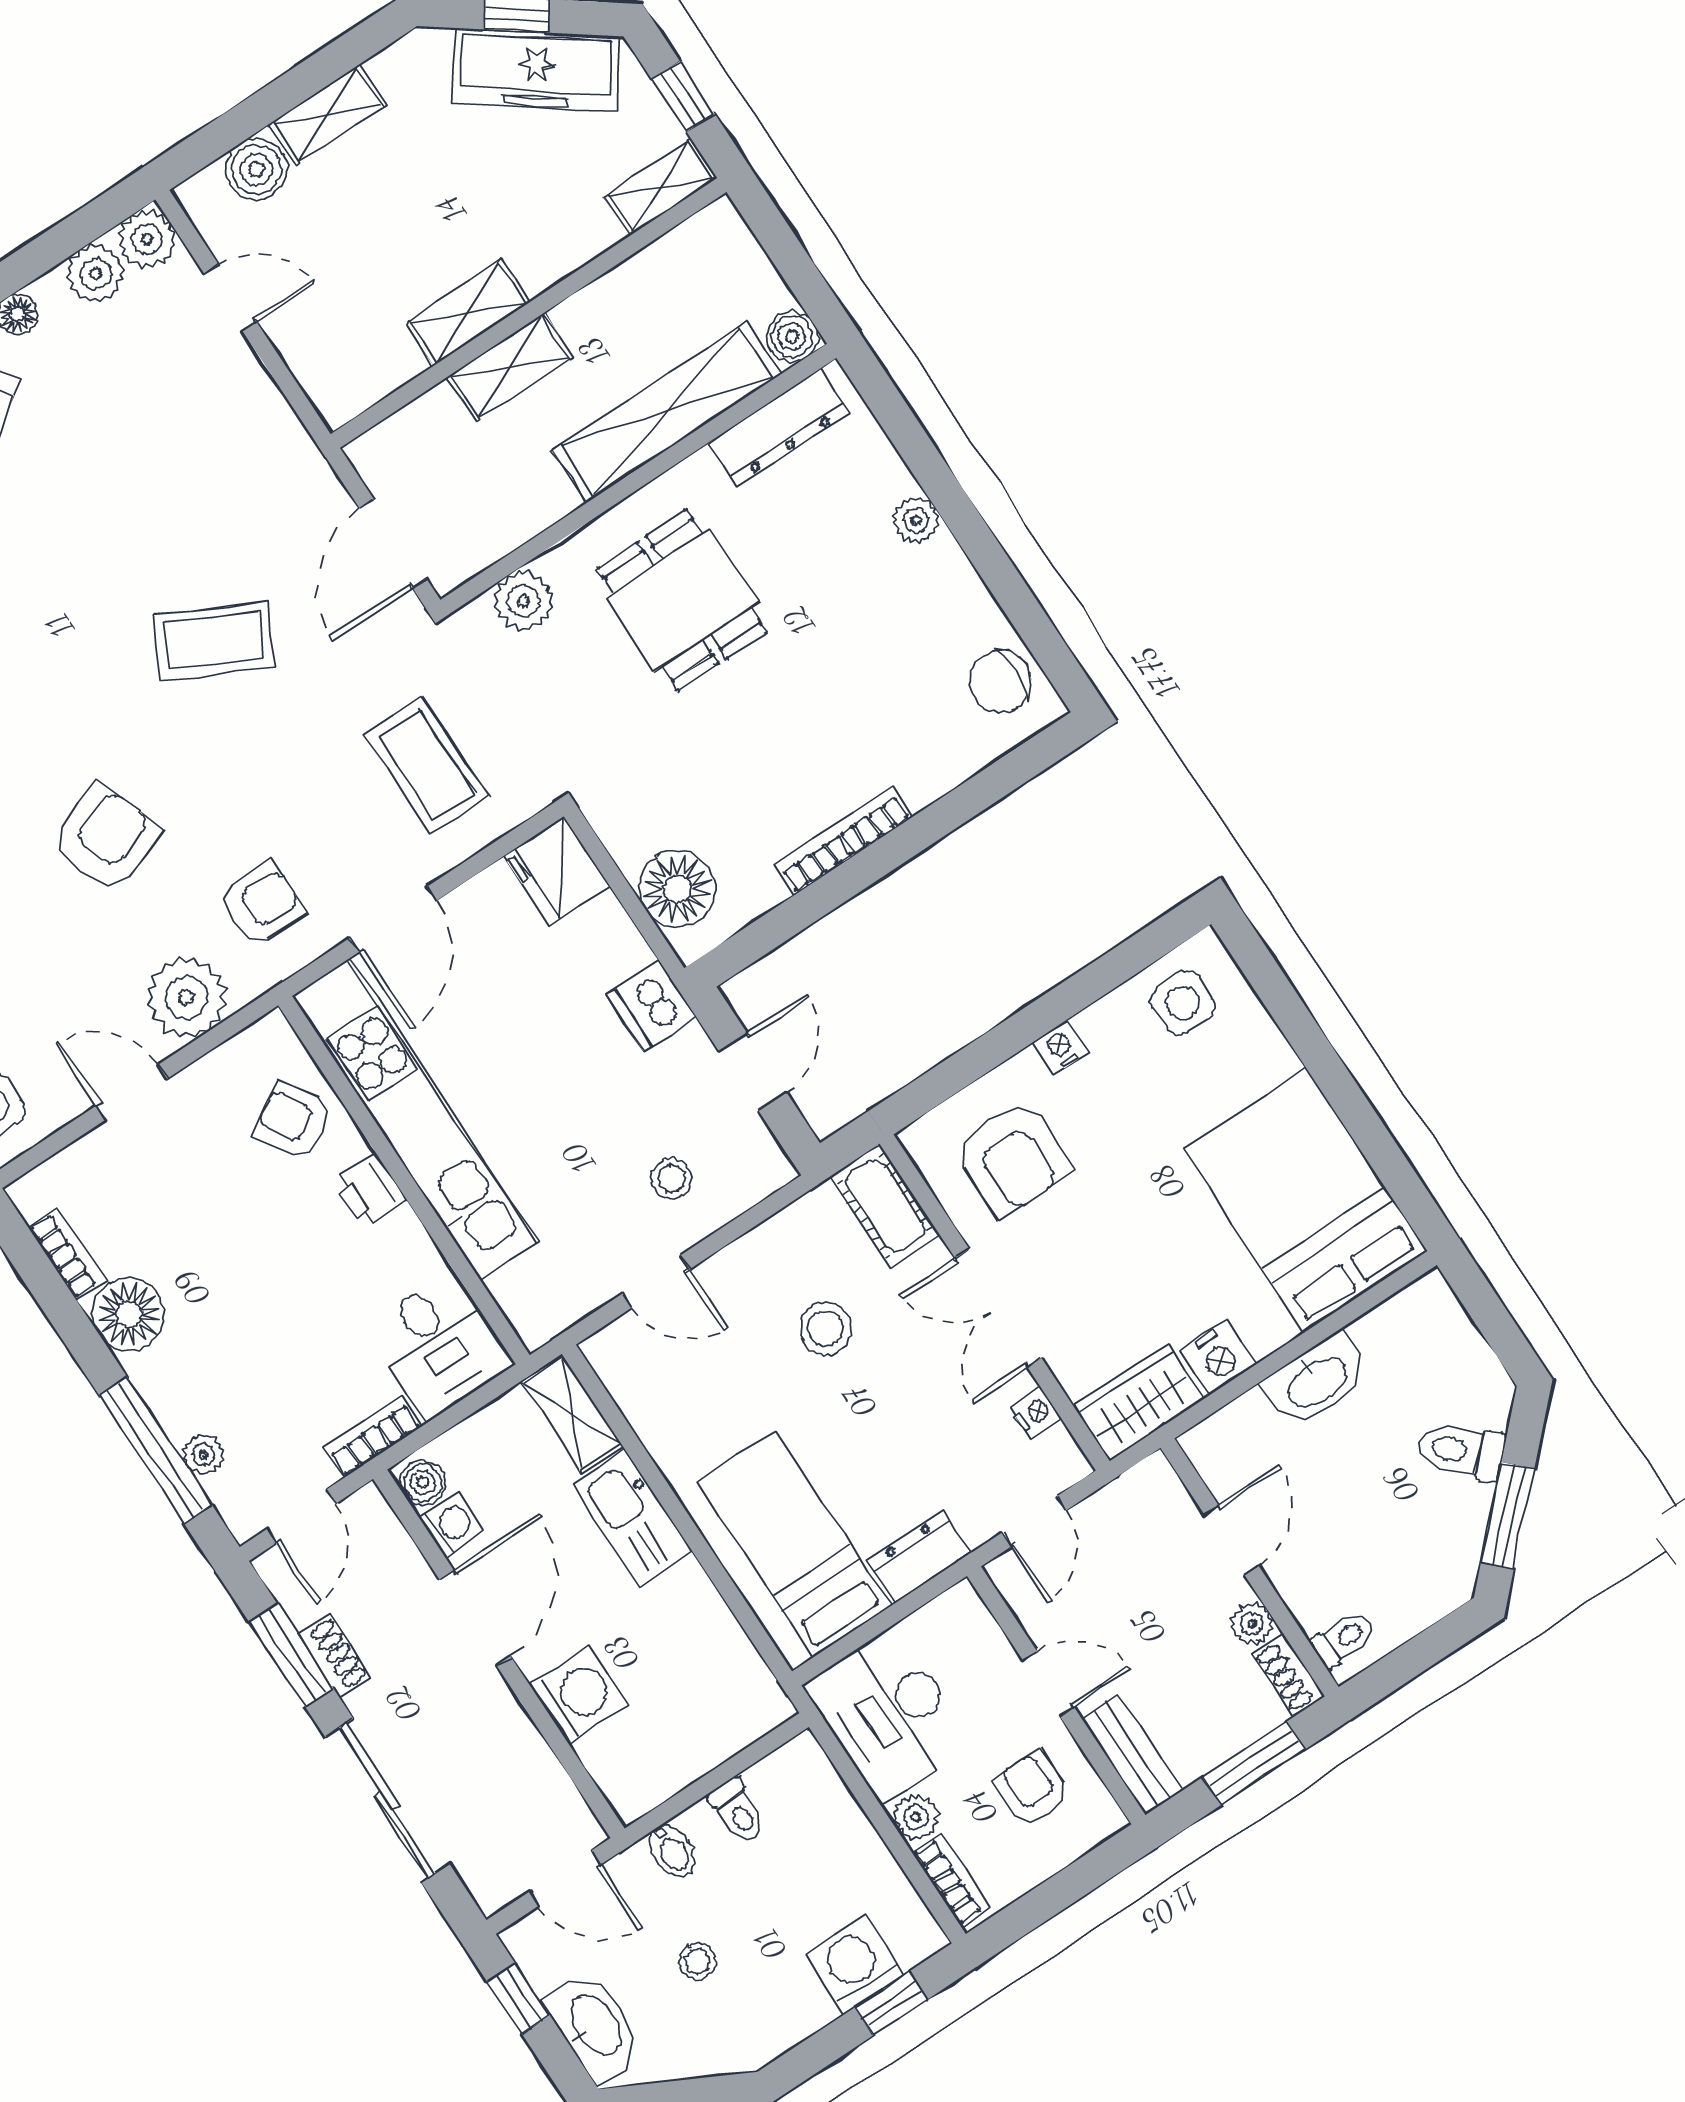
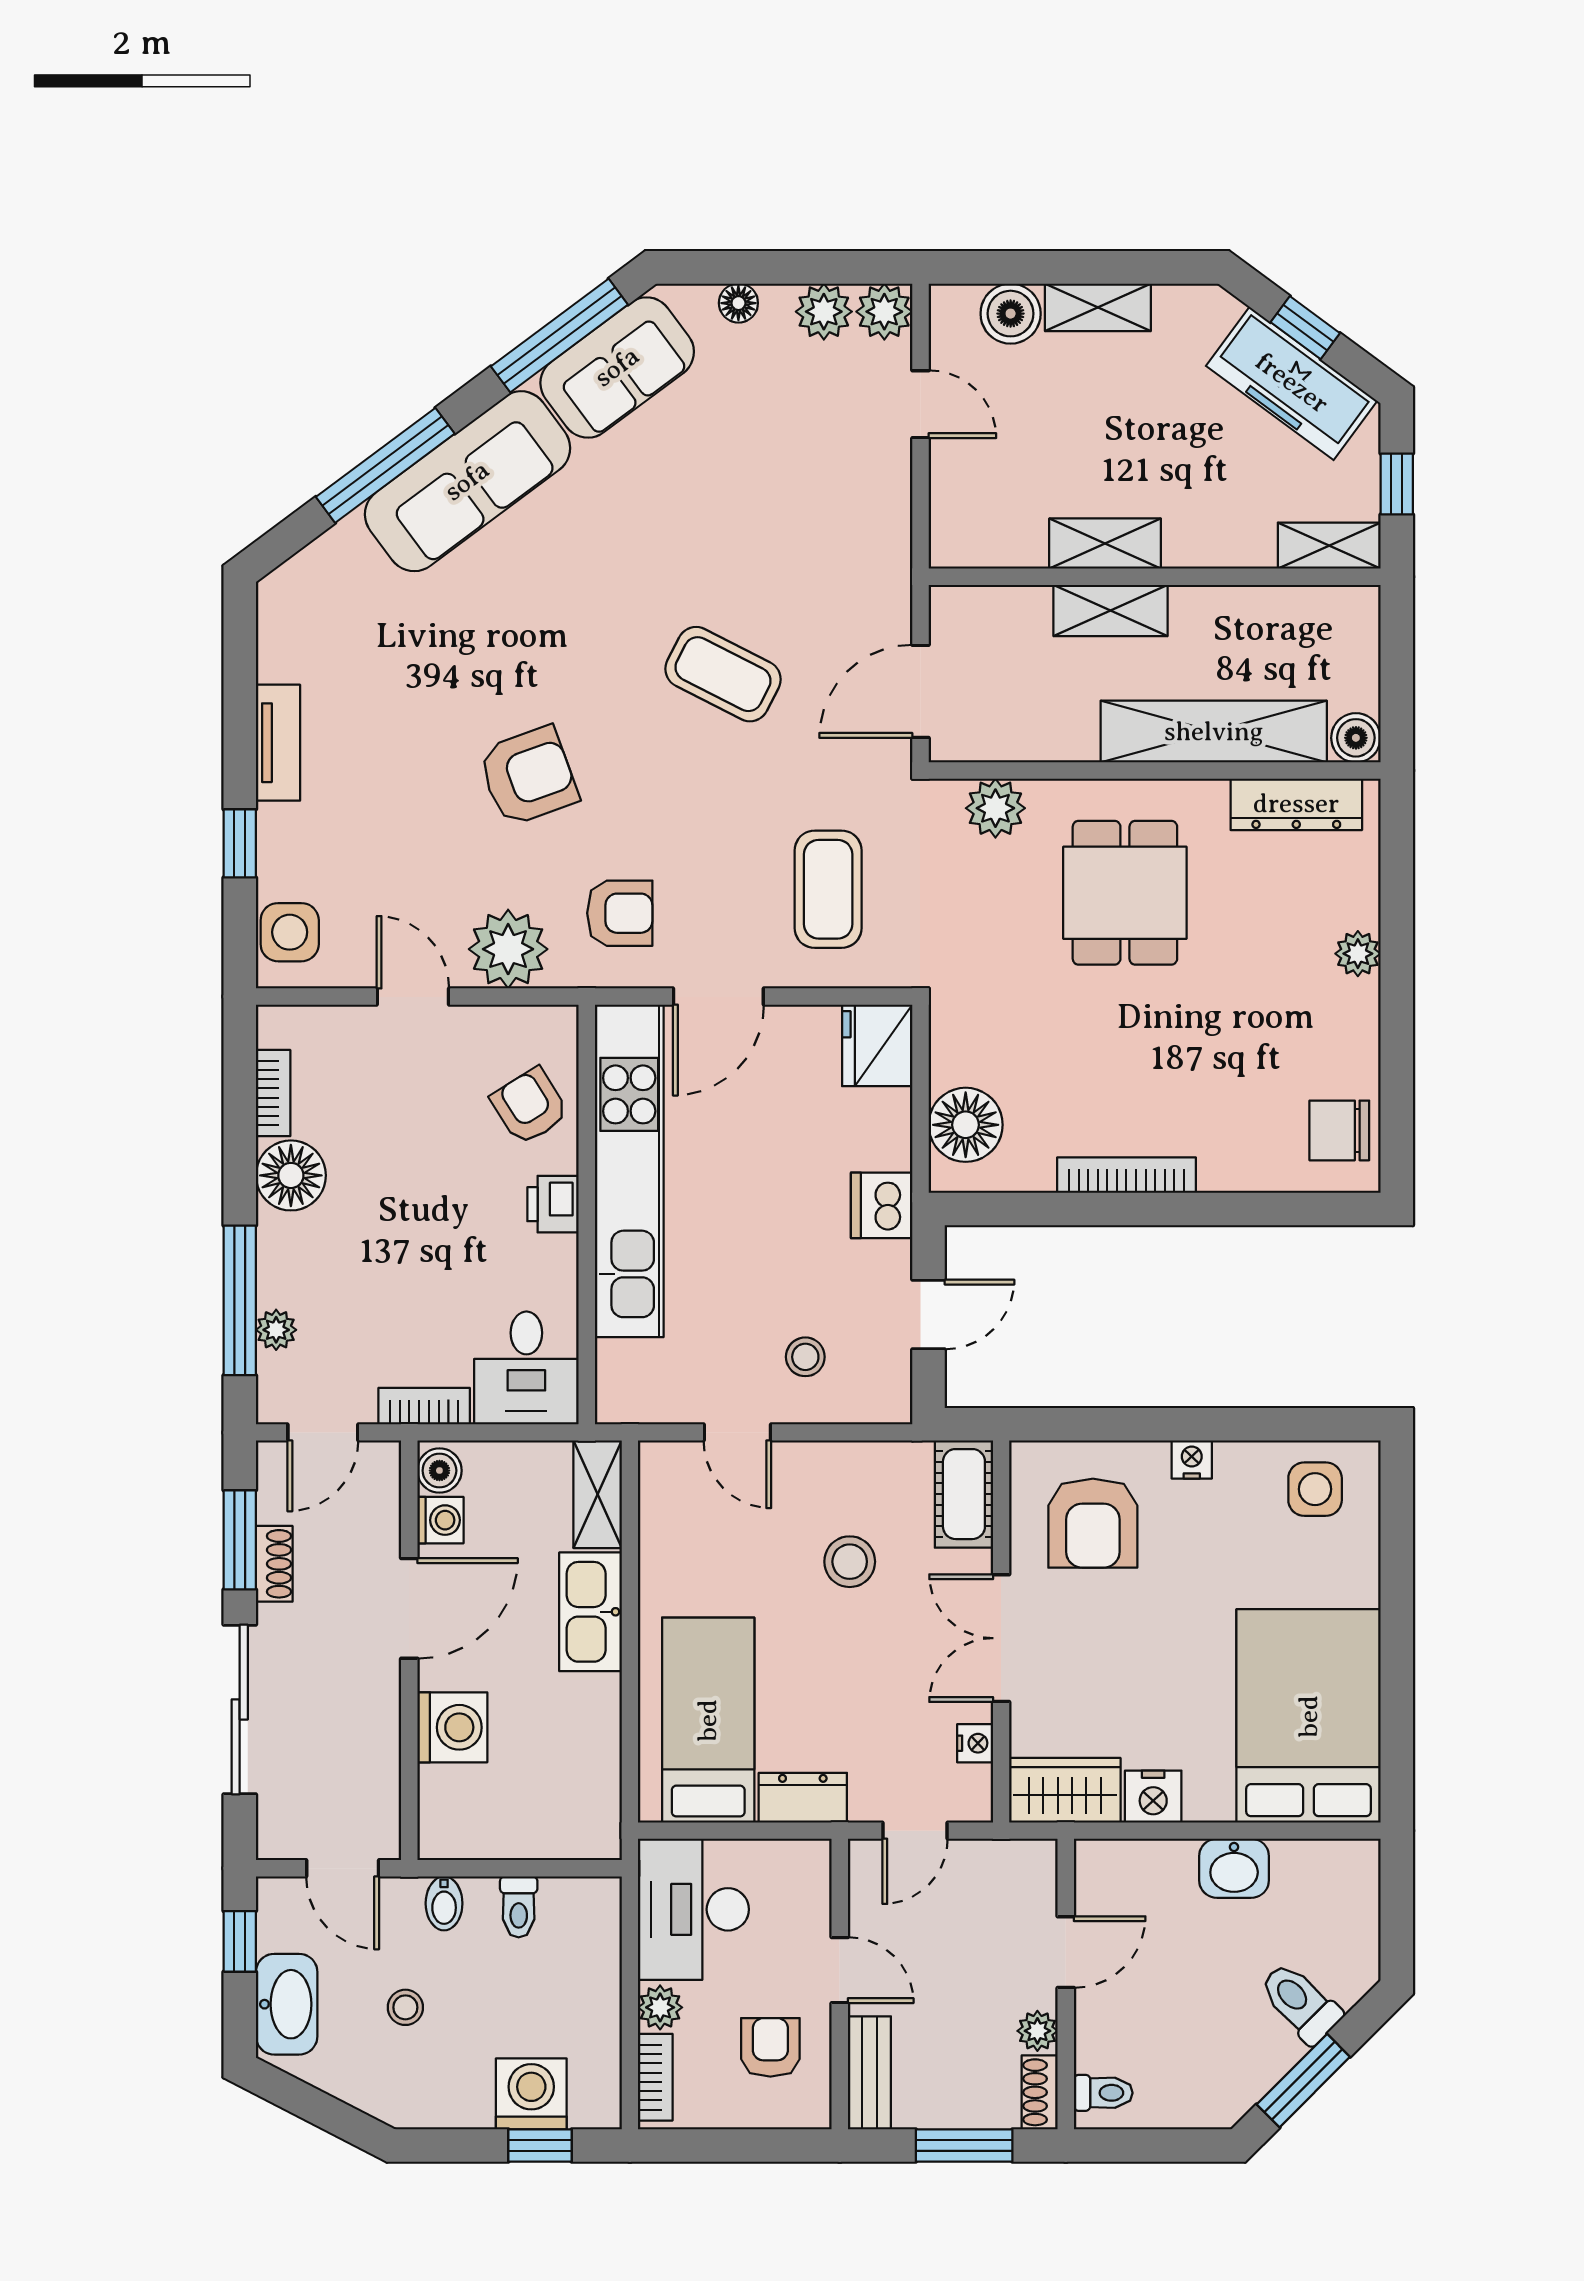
washbasin: (1317, 1381) -> (1234, 1868), width x0.72

